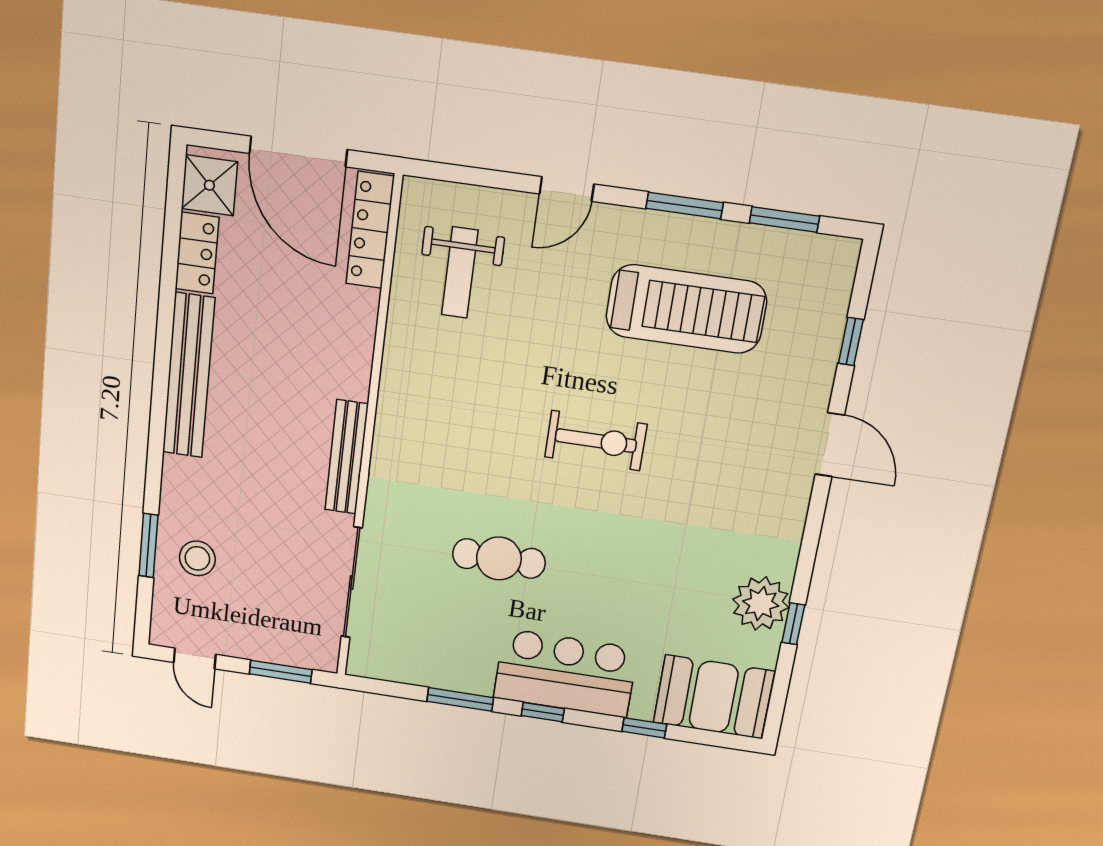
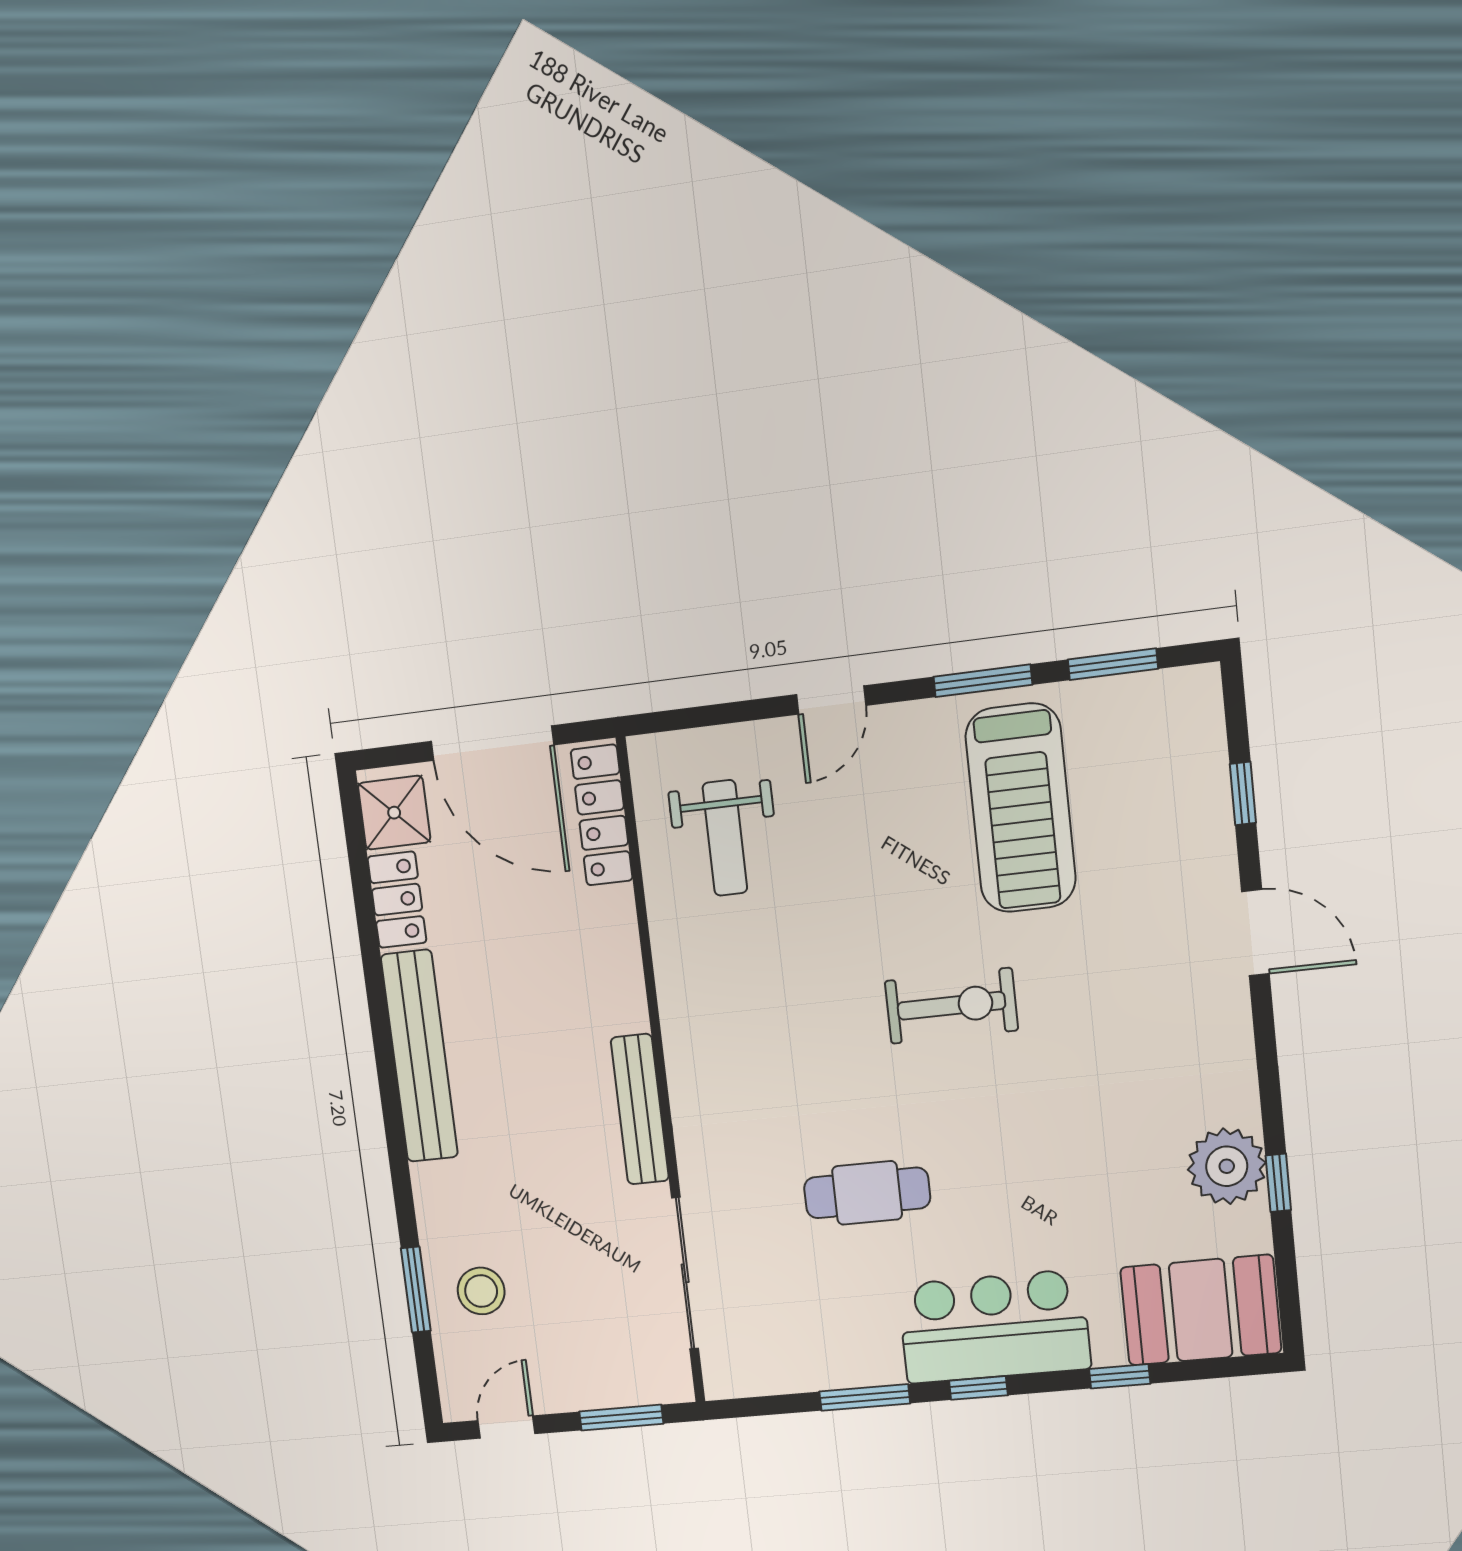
treadmill: (686, 309) -> (1021, 808), turned 90
door: (195, 658) -> (506, 1427), swing flipped

